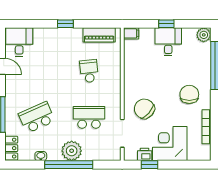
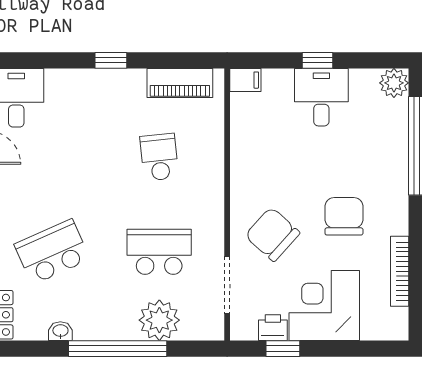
chair: (189, 94) -> (344, 216), moved
plant: (72, 151) -> (159, 320), moved

